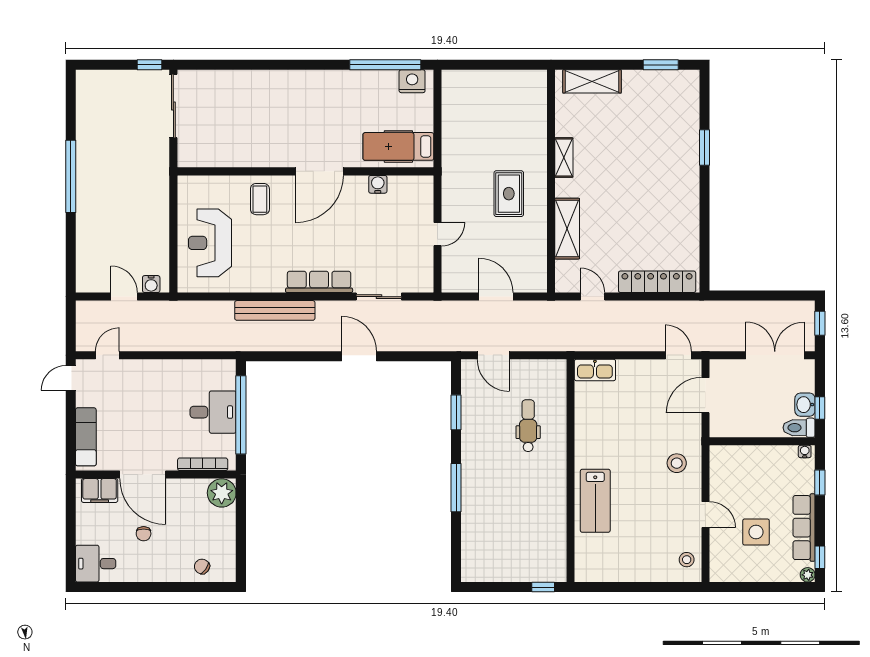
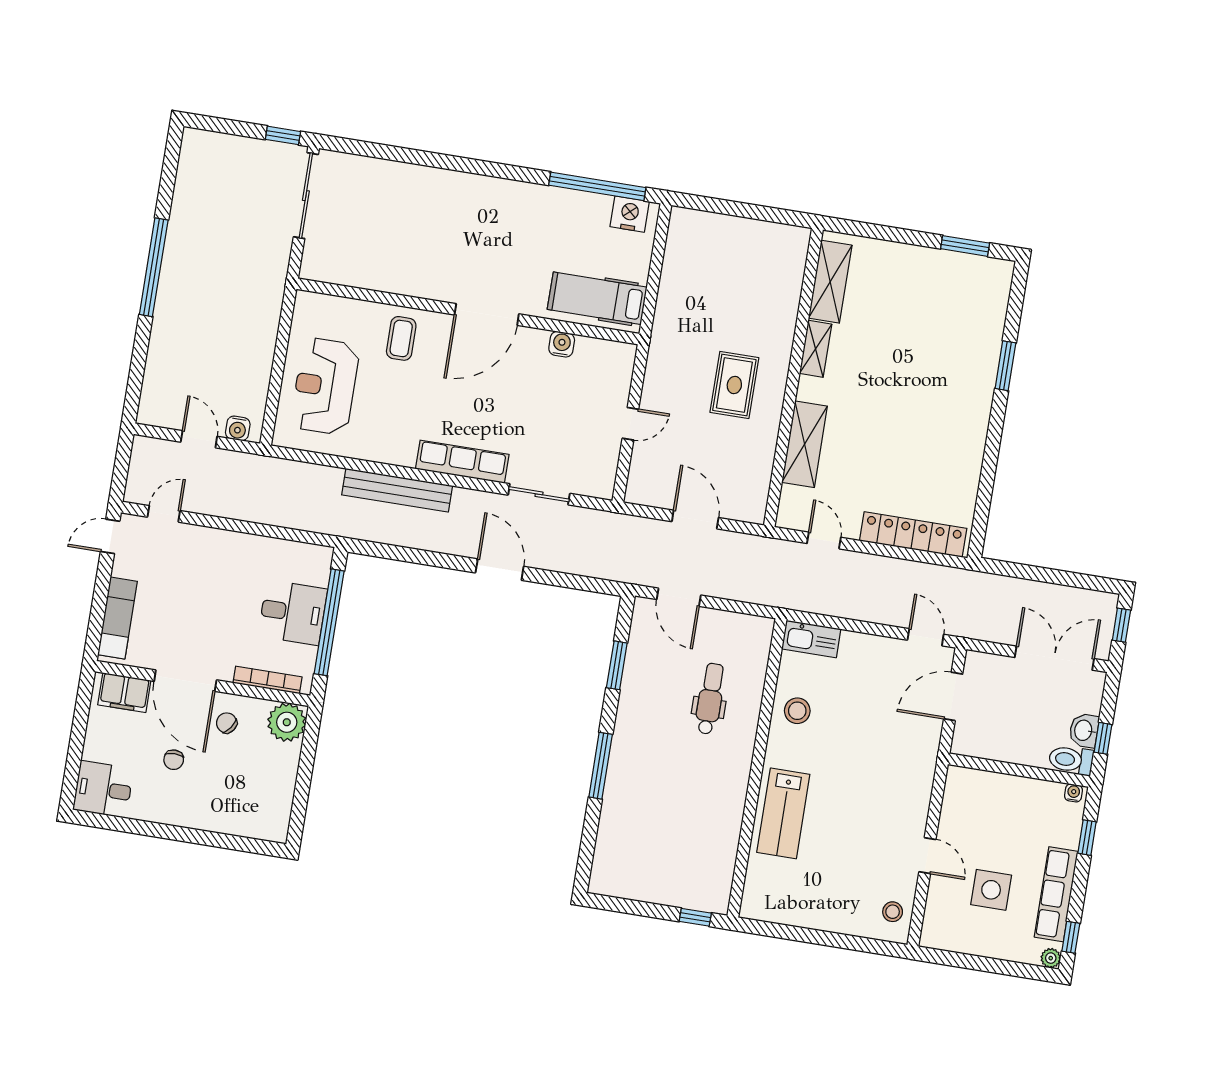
shelving: (592, 81) -> (830, 282), moved, turned 90
stool: (677, 463) -> (797, 711), moved
chair: (202, 566) -> (227, 723), moved

